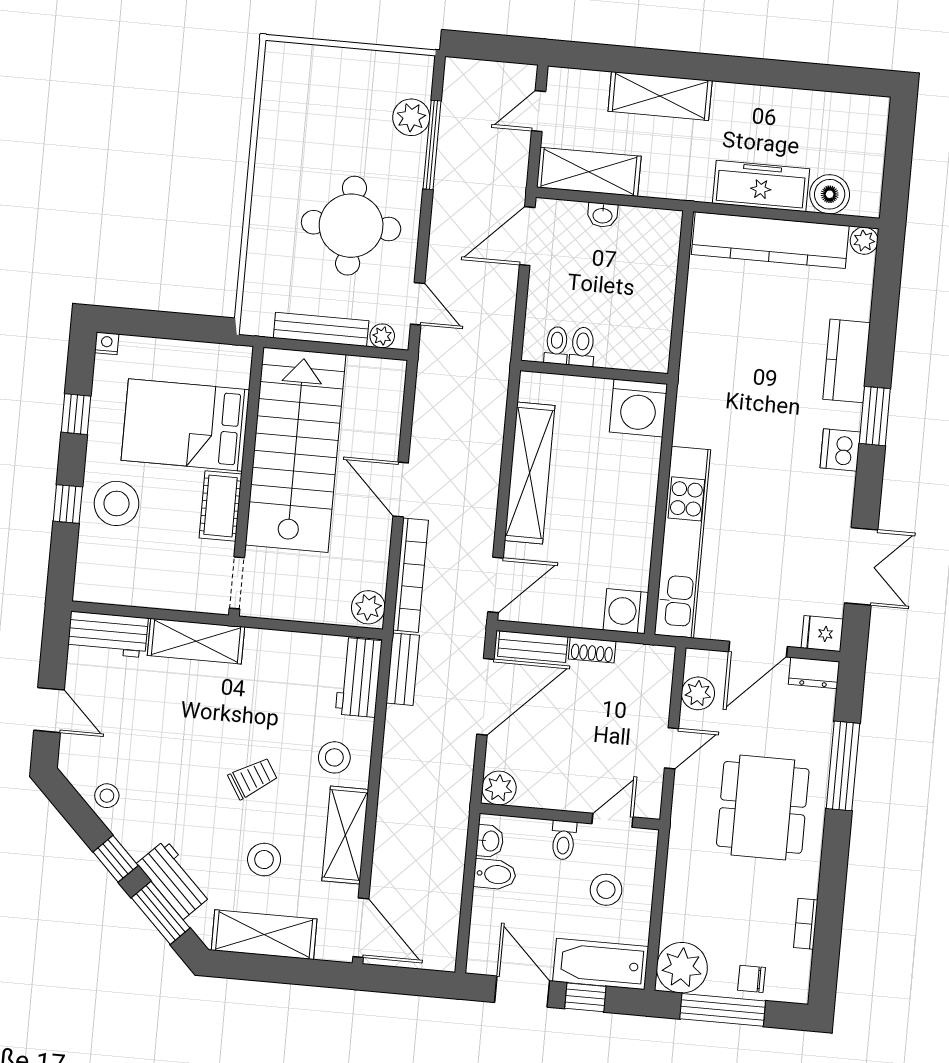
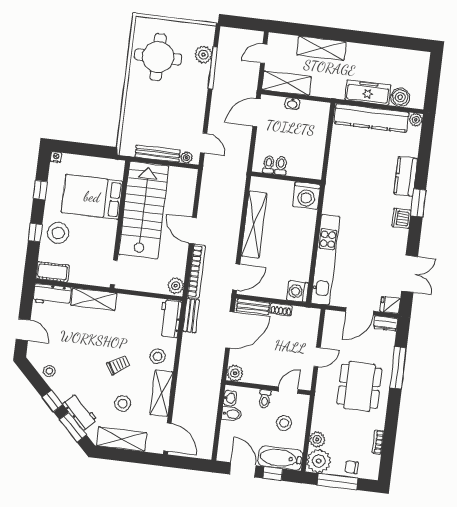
round table: (351, 226) -> (158, 57), moved
cot: (221, 506) -> (53, 272), moved, turned 90
plant: (698, 693) -> (317, 440), moved

